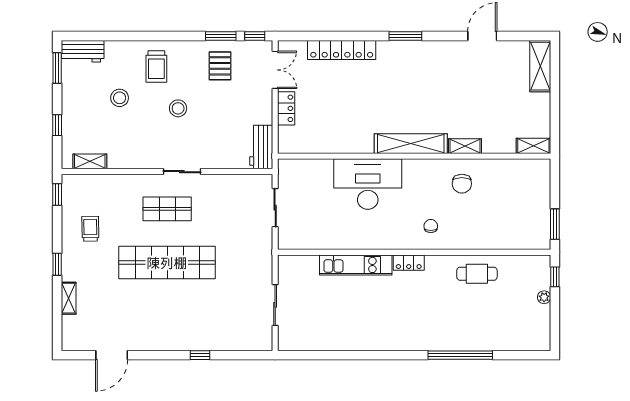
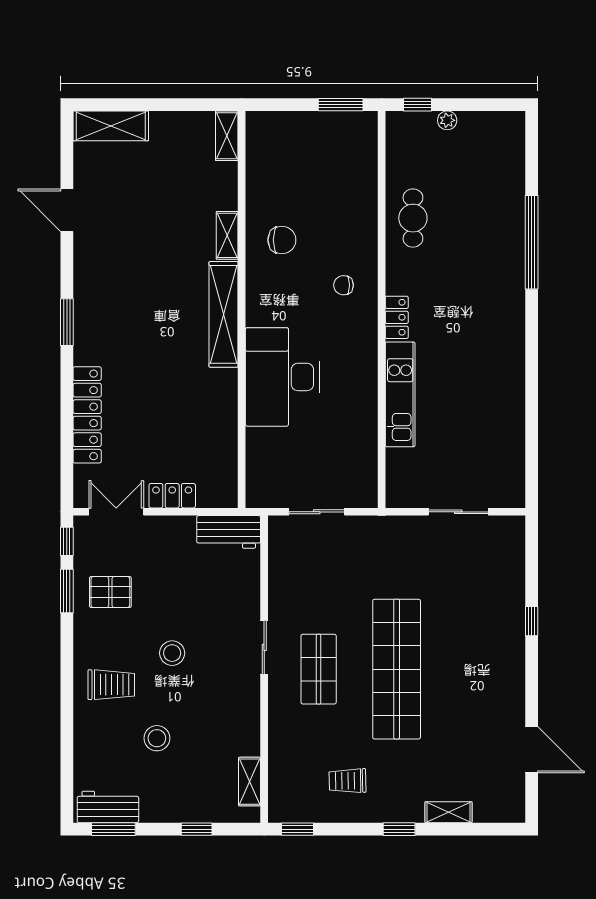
workbench: (83, 51) -> (108, 807), moved, turned -90

